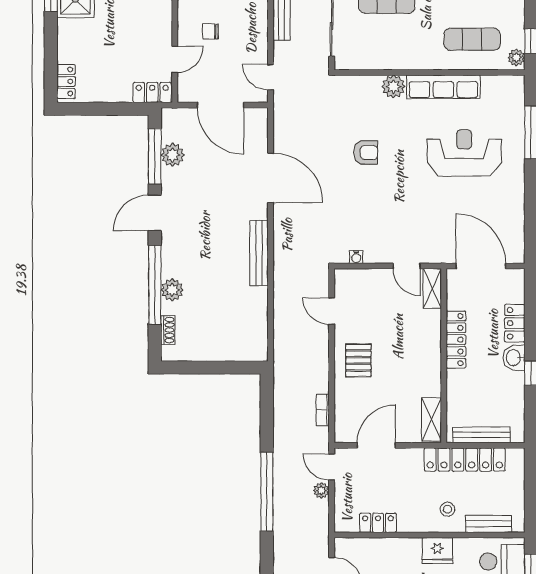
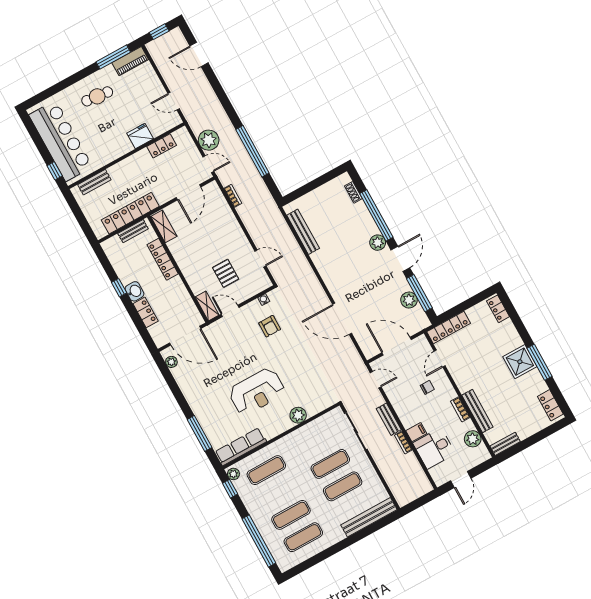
row of seats: (443, 87) -> (241, 447), moved
locker: (152, 92) -> (449, 327), width x1.53
armchair: (366, 152) -> (270, 326), moved, turned -90
reception desk: (464, 153) -> (257, 392), moved
plant: (517, 243) -> (171, 362), added
bench: (259, 253) -> (303, 232), moved
plant: (172, 290) -> (378, 243), moved
locker: (456, 340) -> (163, 259), moved
pallet: (358, 360) -> (226, 273), moved
bench: (481, 435) -> (133, 231), width x0.73
plant: (321, 490) -> (209, 140), width x1.88, depth x1.88
window: (267, 492) -> (252, 151), moved
stool: (447, 509) -> (124, 177), removed
fridge: (437, 550) -> (140, 136), moved

